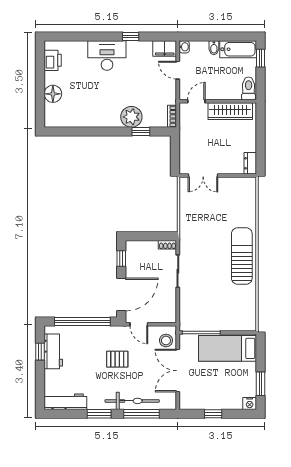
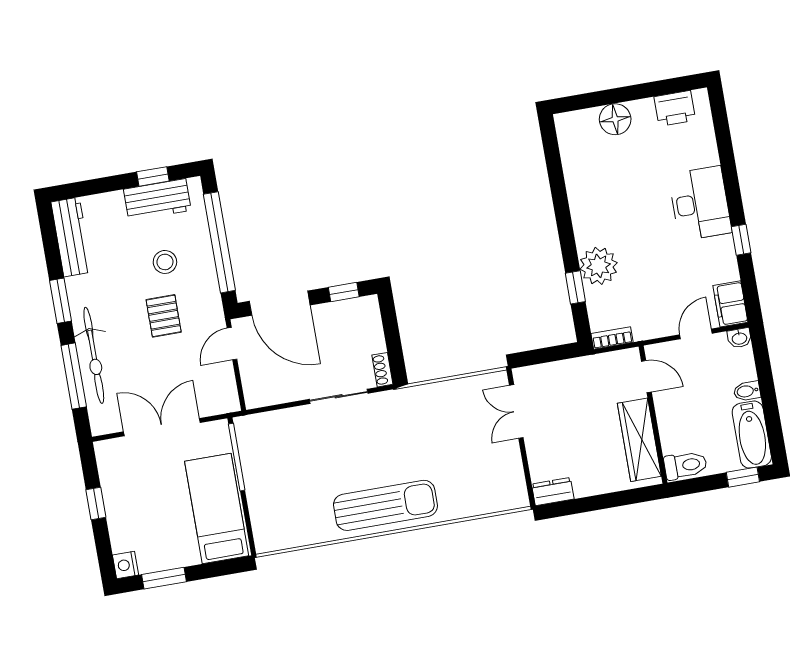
stool: (166, 340) -> (165, 262), moved

